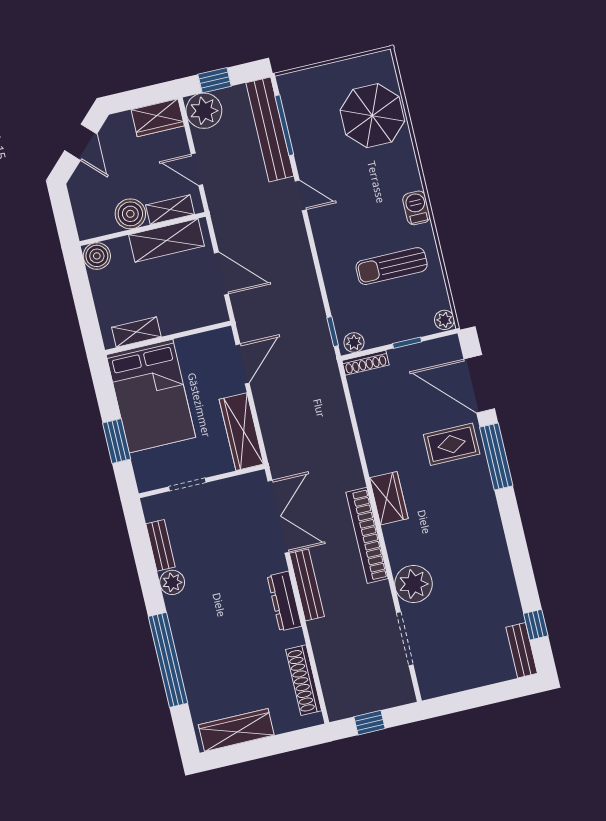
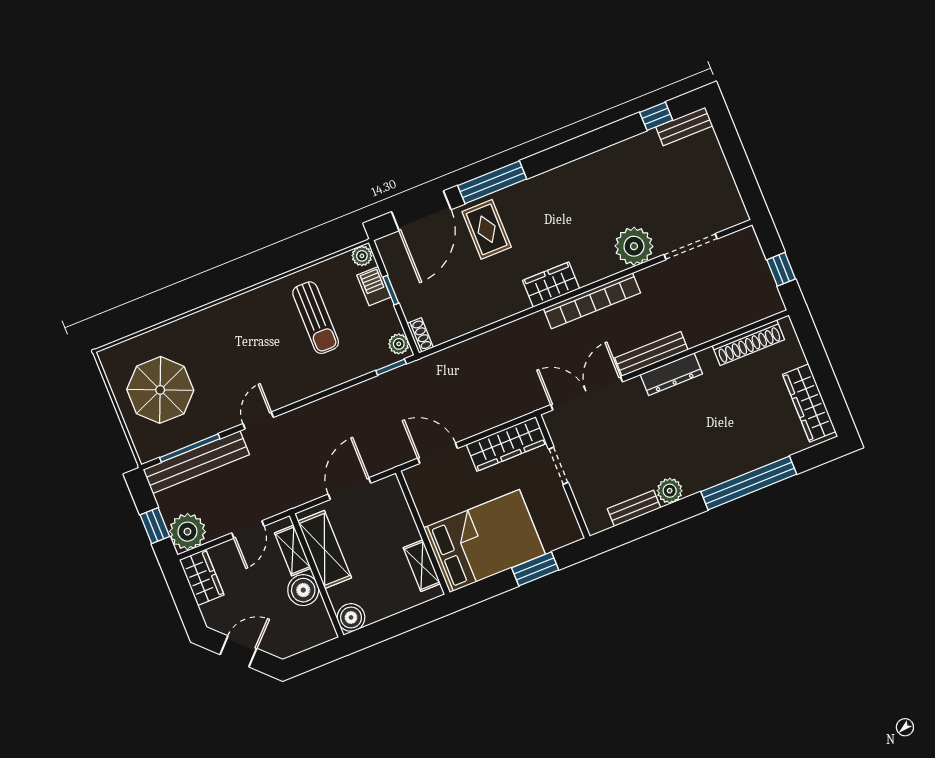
parasol: (372, 116) -> (160, 390), moved
barbecue: (416, 208) -> (374, 286), moved, turned 90
shoe rack: (365, 363) -> (420, 335), width x0.70
doorway: (187, 485) -> (558, 466), moved

